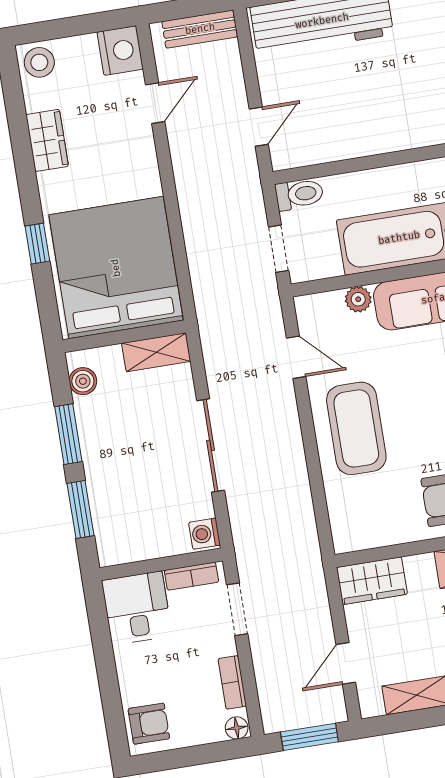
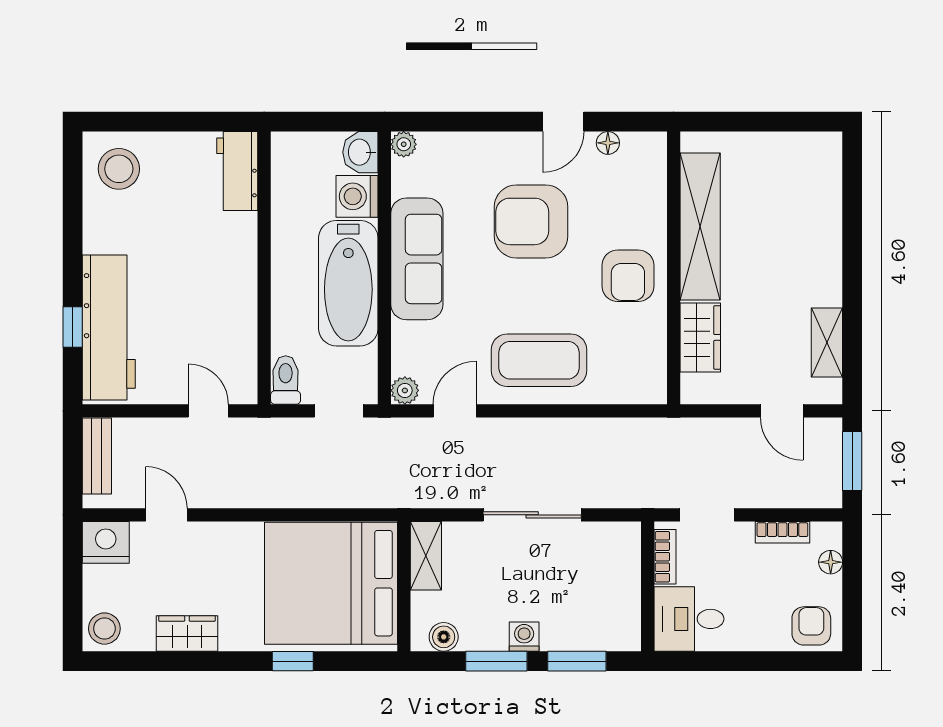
plant: (358, 299) -> (405, 390), moved
washing machine: (205, 534) -> (524, 637), moved, turned 180
wardrobe: (372, 581) -> (700, 337), moved
floor lamp: (237, 728) -> (831, 562), moved

